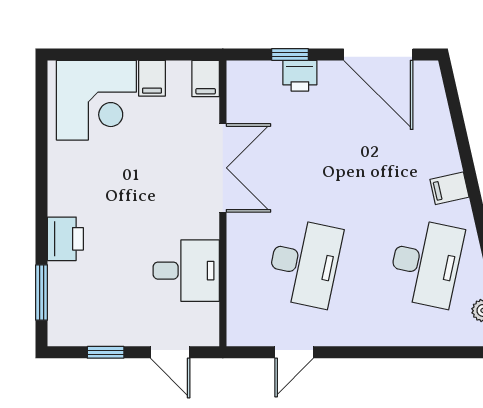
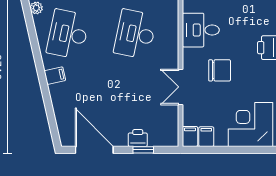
filing cabinet: (152, 78) -> (206, 137), moved
double door: (223, 168) -> (180, 87), width x0.73
chair: (152, 198) -> (220, 70), added

